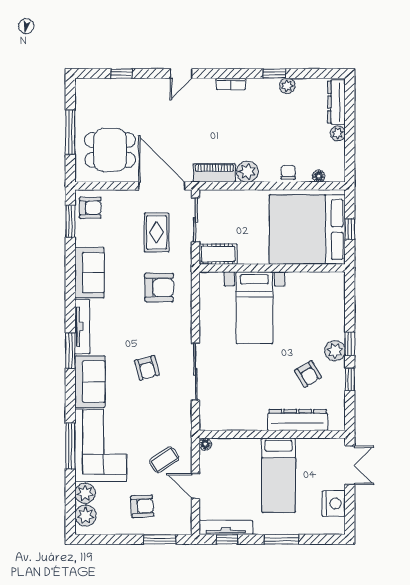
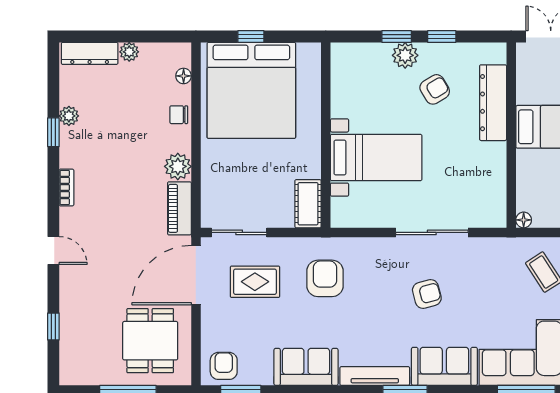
cot: (218, 254) -> (308, 204), moved
wall: (272, 268) -> (326, 135), moved
bed with nightstands: (254, 308) -> (376, 158), moved

